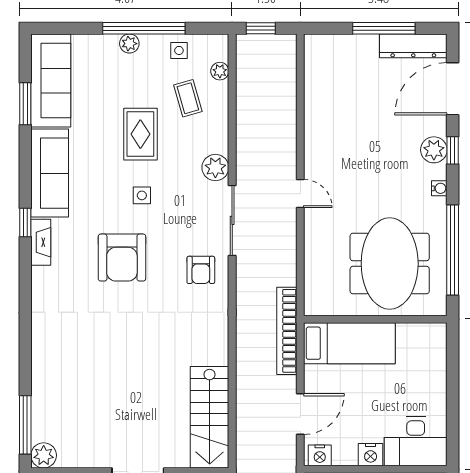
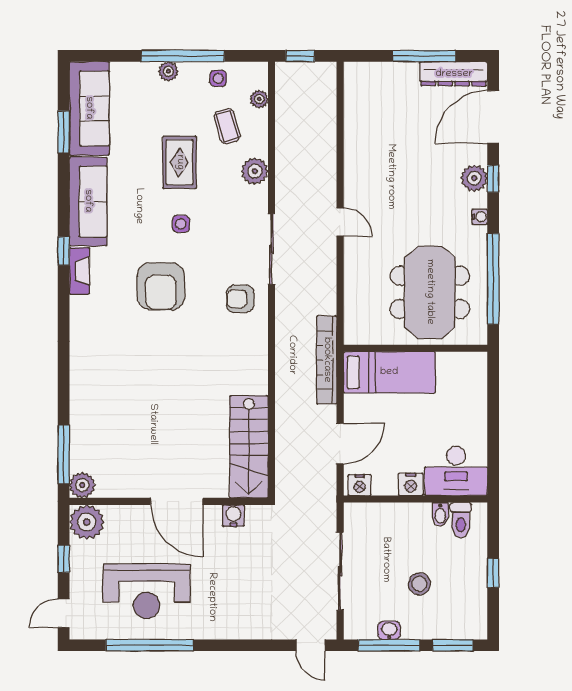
plant: (215, 168) -> (255, 171), moved
armchair: (201, 270) -> (240, 299), turned 90

